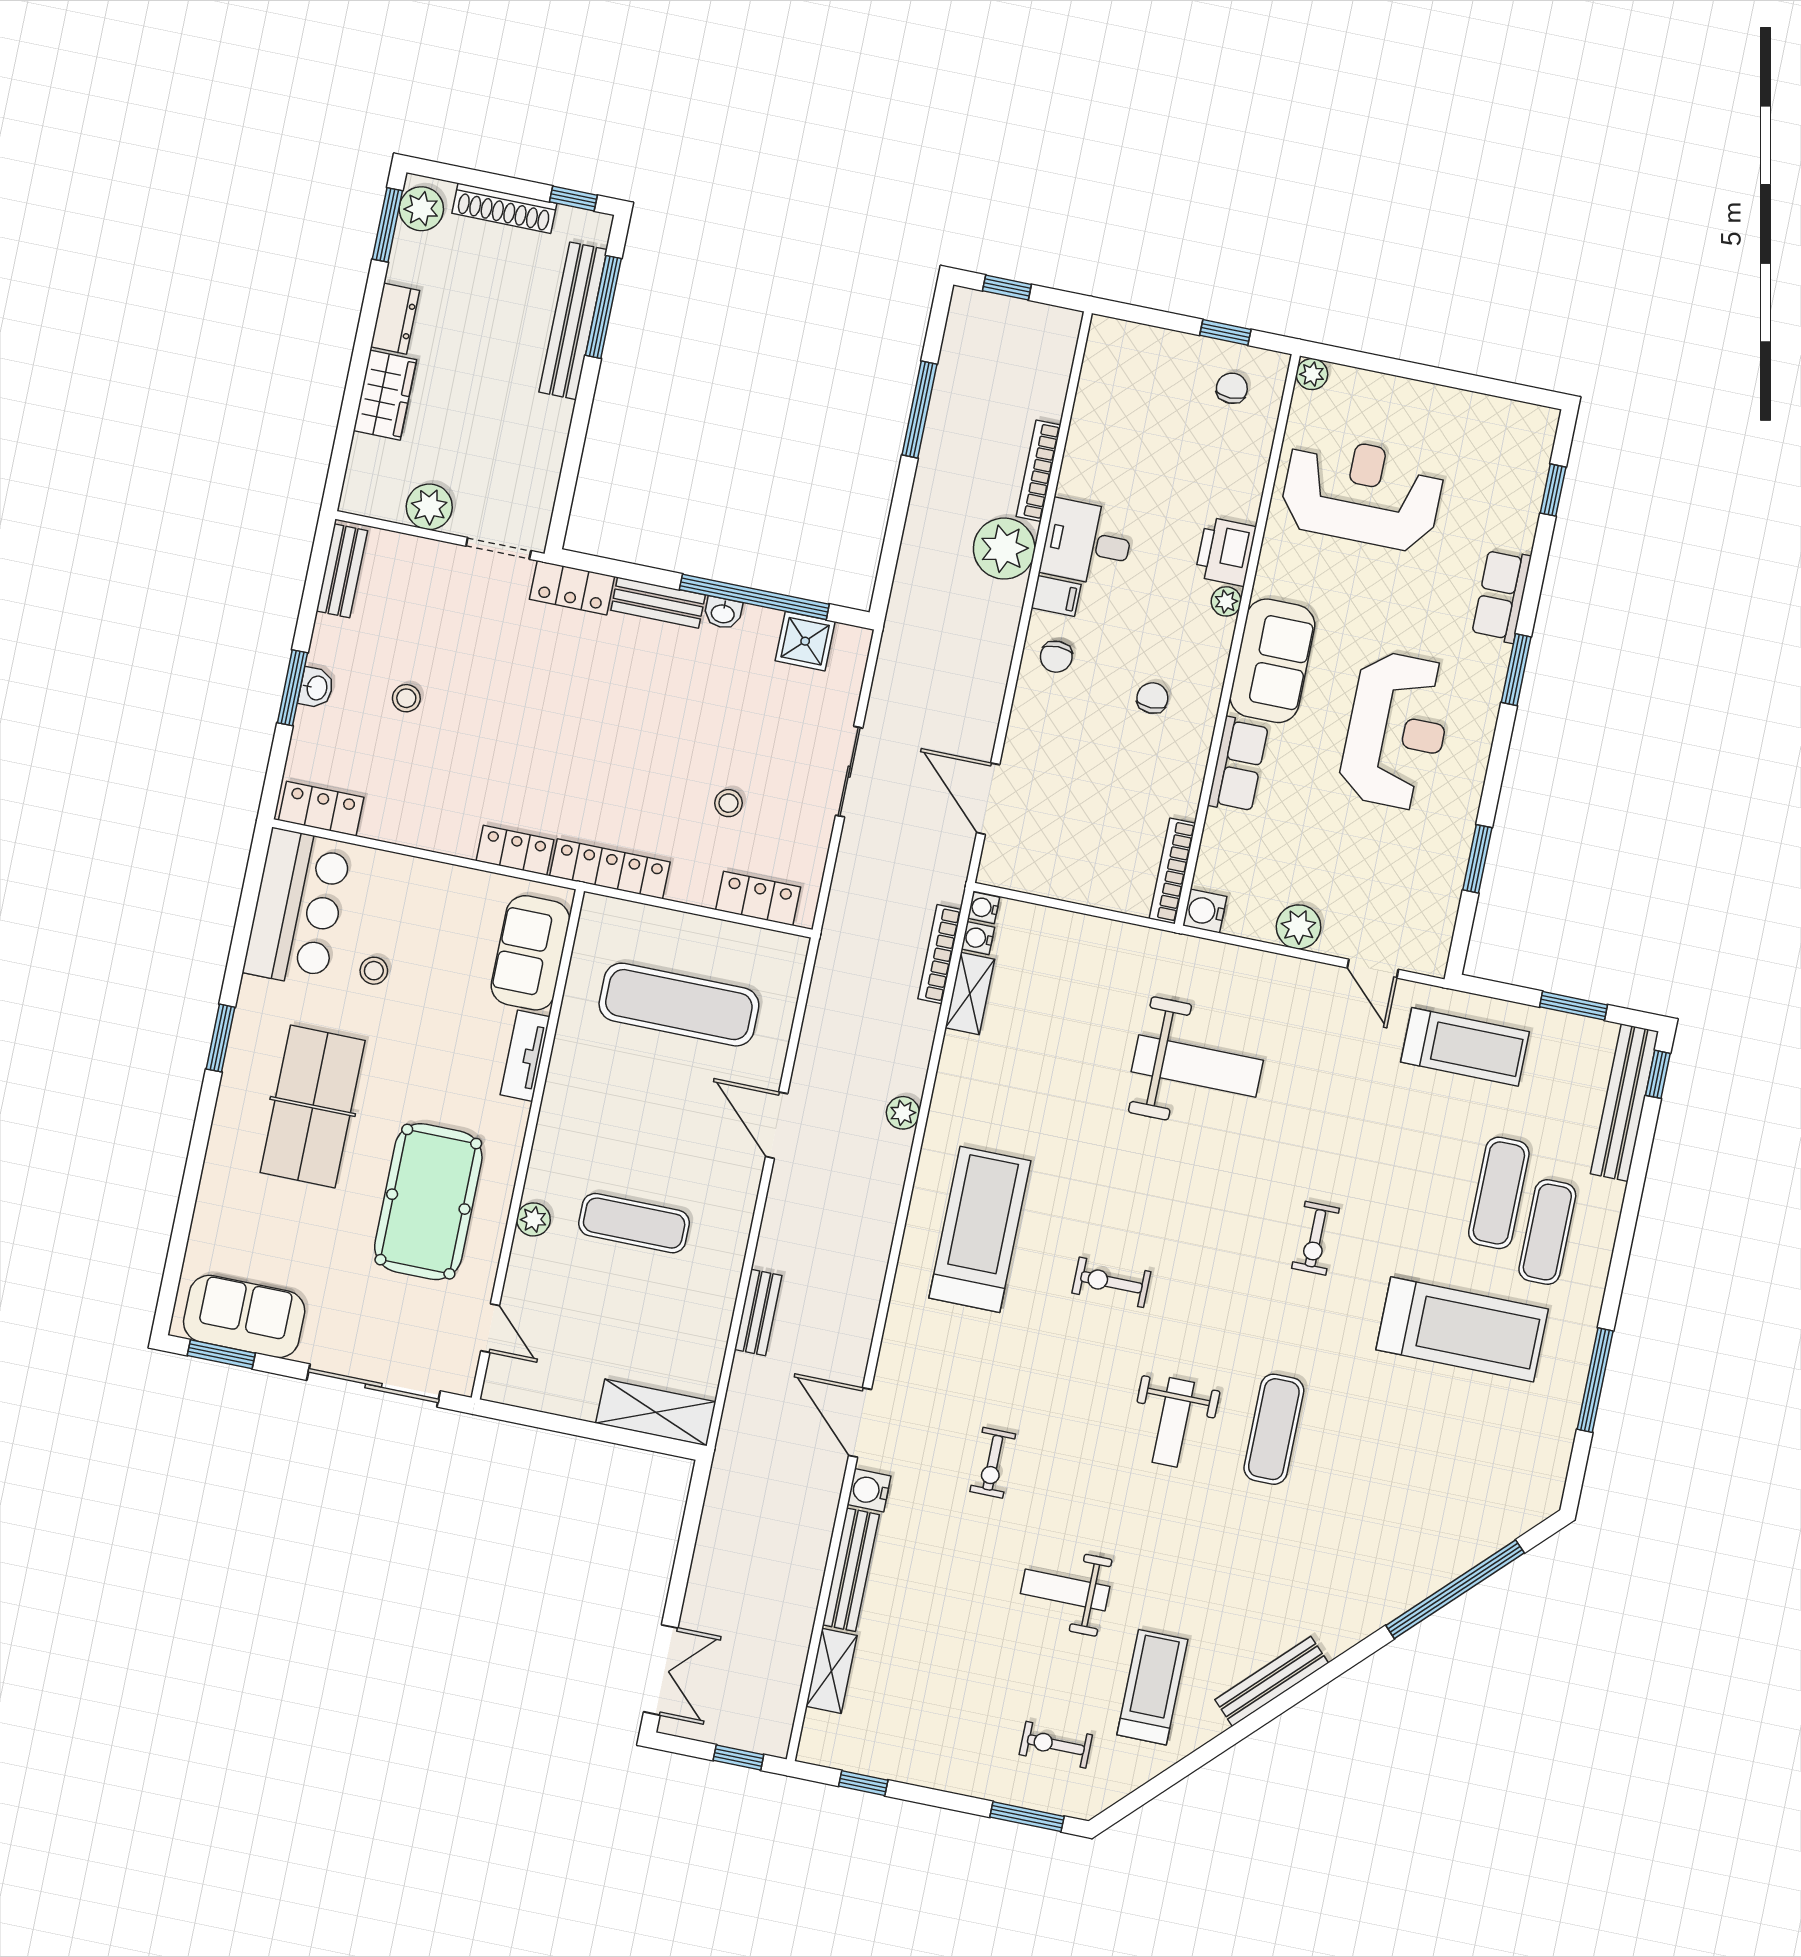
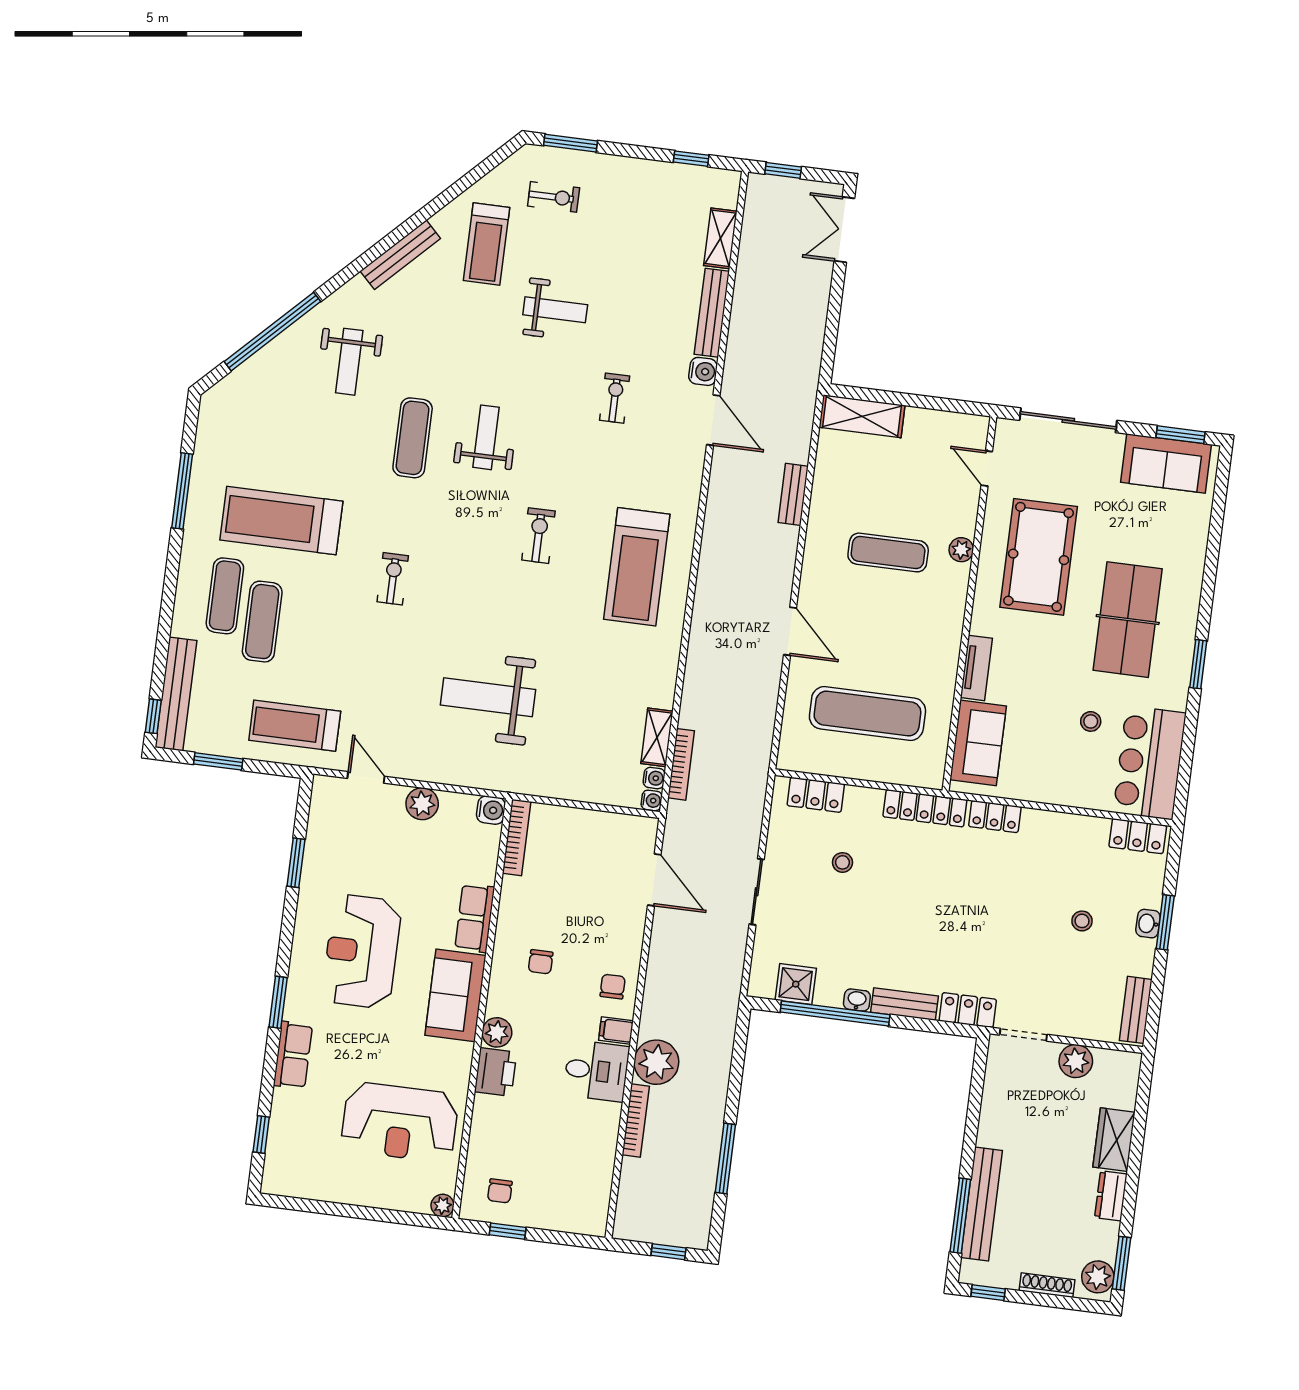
shoe rack: (504, 208) -> (1047, 1285), width x0.74, depth x0.81
plant: (1226, 601) -> (497, 1032), width x1.38, depth x1.38
plant: (903, 1113) -> (699, 647), removed
exercise bike: (1111, 1282) -> (538, 536), turned -90
weight bench: (1353, 1540) -> (349, 362), added

